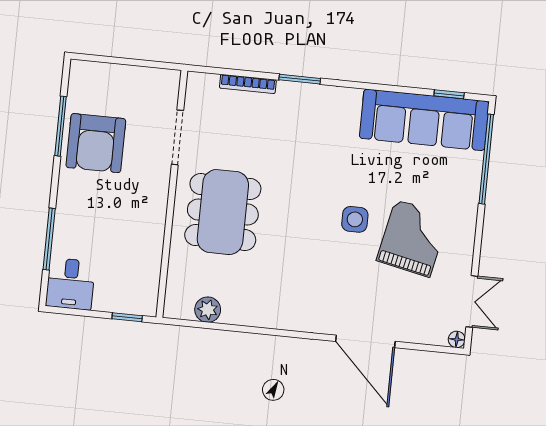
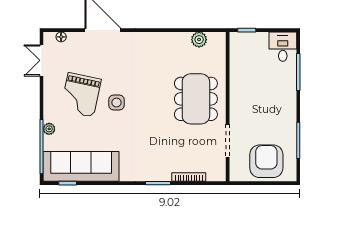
armchair: (96, 143) -> (266, 161), moved
plant: (471, 187) -> (49, 129), added
floor lamp: (457, 339) -> (61, 37), moved

